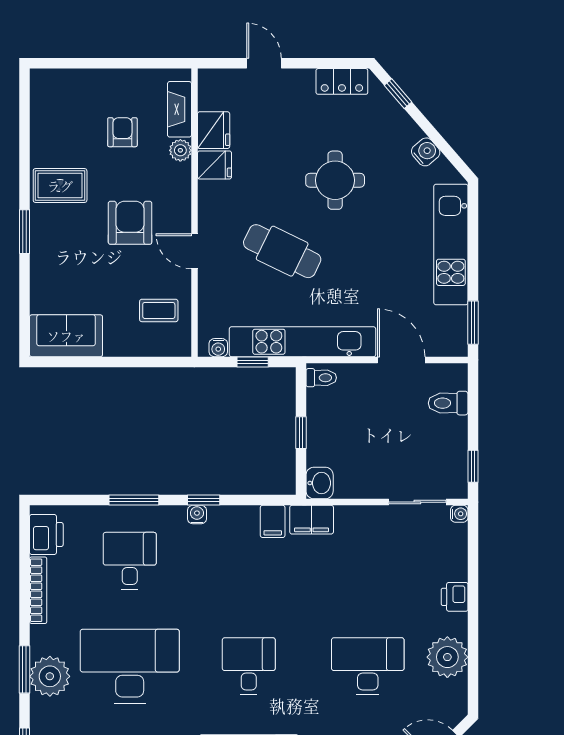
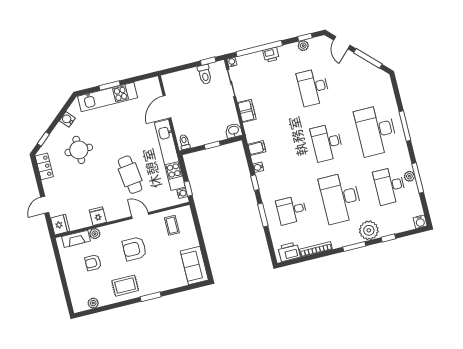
plant: (41, 112) -> (93, 303), added
fridge: (214, 130) -> (60, 225), moved, turned 90
round table: (335, 180) -> (79, 150), moved
rug: (60, 186) -> (125, 286), turned 90
door: (194, 251) -> (140, 215), swing flipped
cafe table: (282, 251) -> (130, 175), turned -33
window: (473, 323) -> (110, 86), moved
window: (253, 362) -> (188, 189), moved
toilet: (448, 403) -> (205, 74), moved
water cooler: (197, 515) -> (258, 167), moved
filing cabinet: (312, 520) -> (247, 111), moved
window: (473, 576) -> (259, 49), added
plant: (447, 657) -> (303, 46), width x0.53, depth x0.53
desk: (249, 666) -> (327, 142), width x1.37
window: (473, 675) -> (305, 37), added
plant: (50, 676) -> (369, 230), moved

